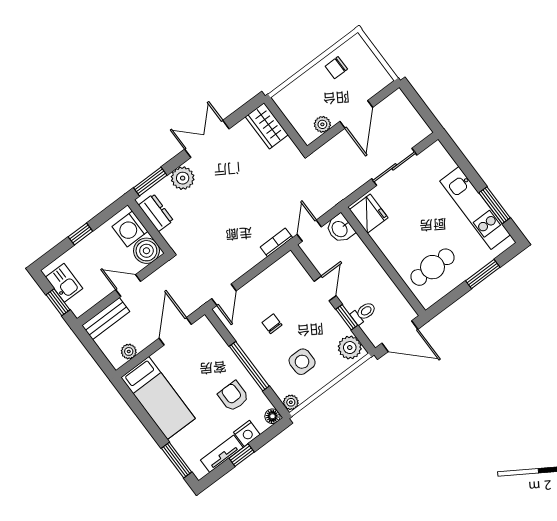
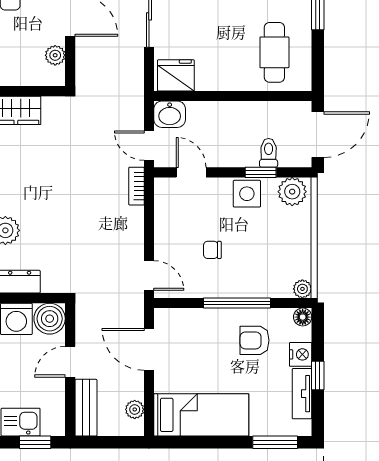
door: (325, 288) -> (191, 172), moved
side table: (302, 362) -> (247, 194), moved

